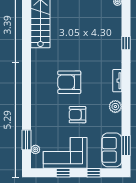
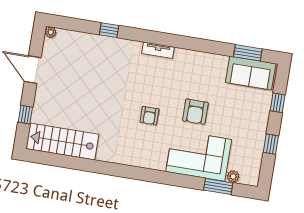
armchair: (69, 82) -> (149, 116), width x0.53, depth x0.53
plant: (115, 107) -> (193, 59), removed
corner sofa: (65, 153) -> (199, 156), moved, turned 90

